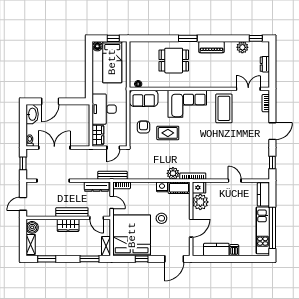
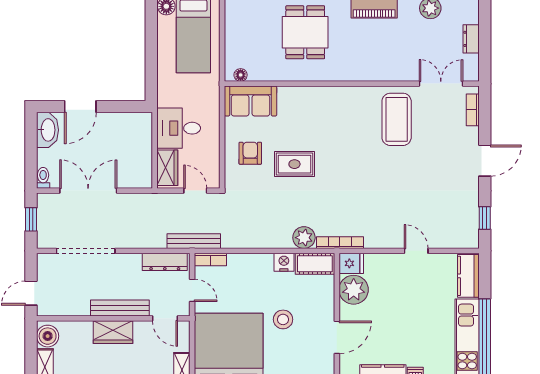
dining table: (174, 61) -> (305, 32), turned 90
corner sofa: (187, 104) -> (330, 111), removed
desk: (104, 109) -> (179, 128), width x0.73
door: (113, 148) -> (195, 191), swing flipped

